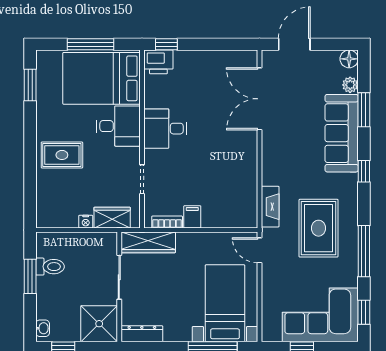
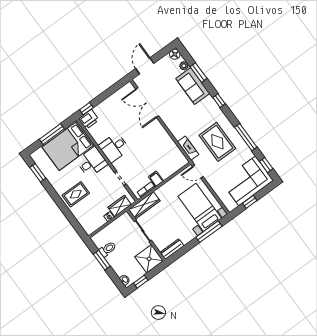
sofa: (342, 133) -> (193, 86), width x0.73

